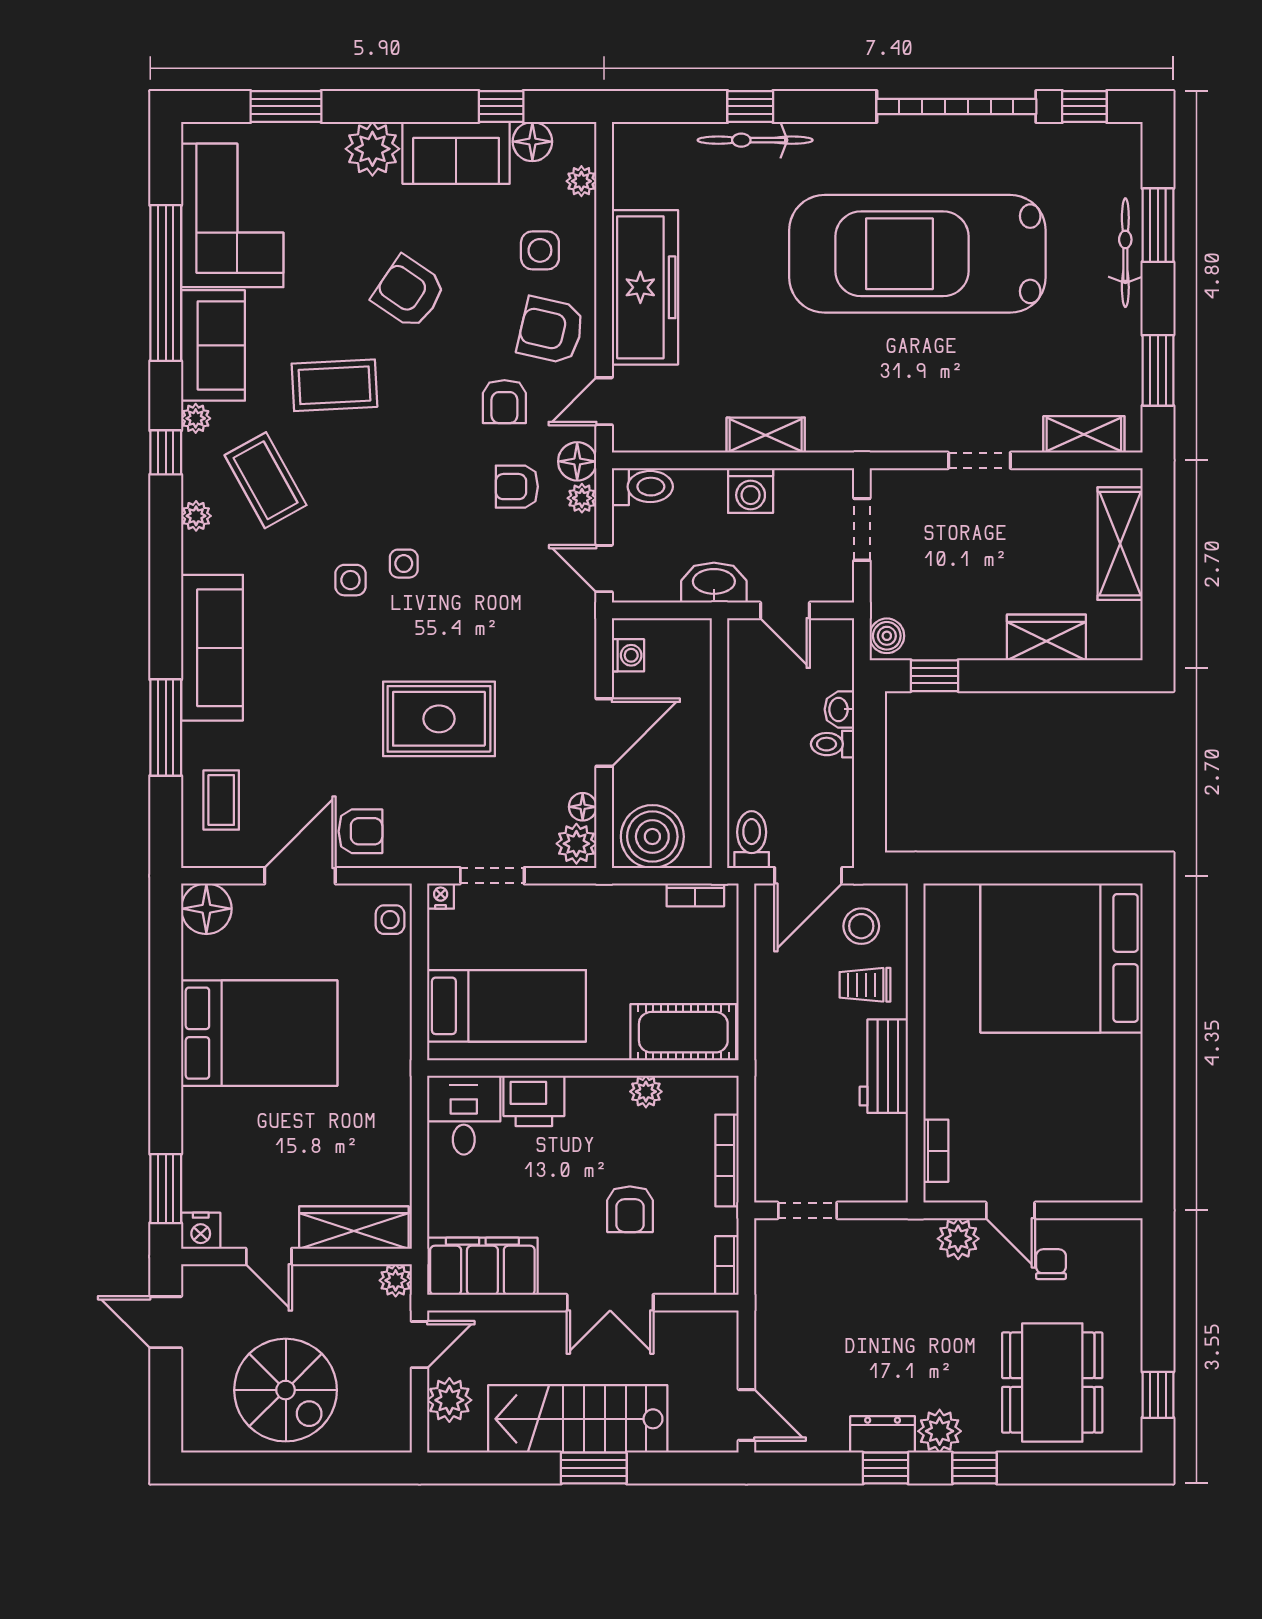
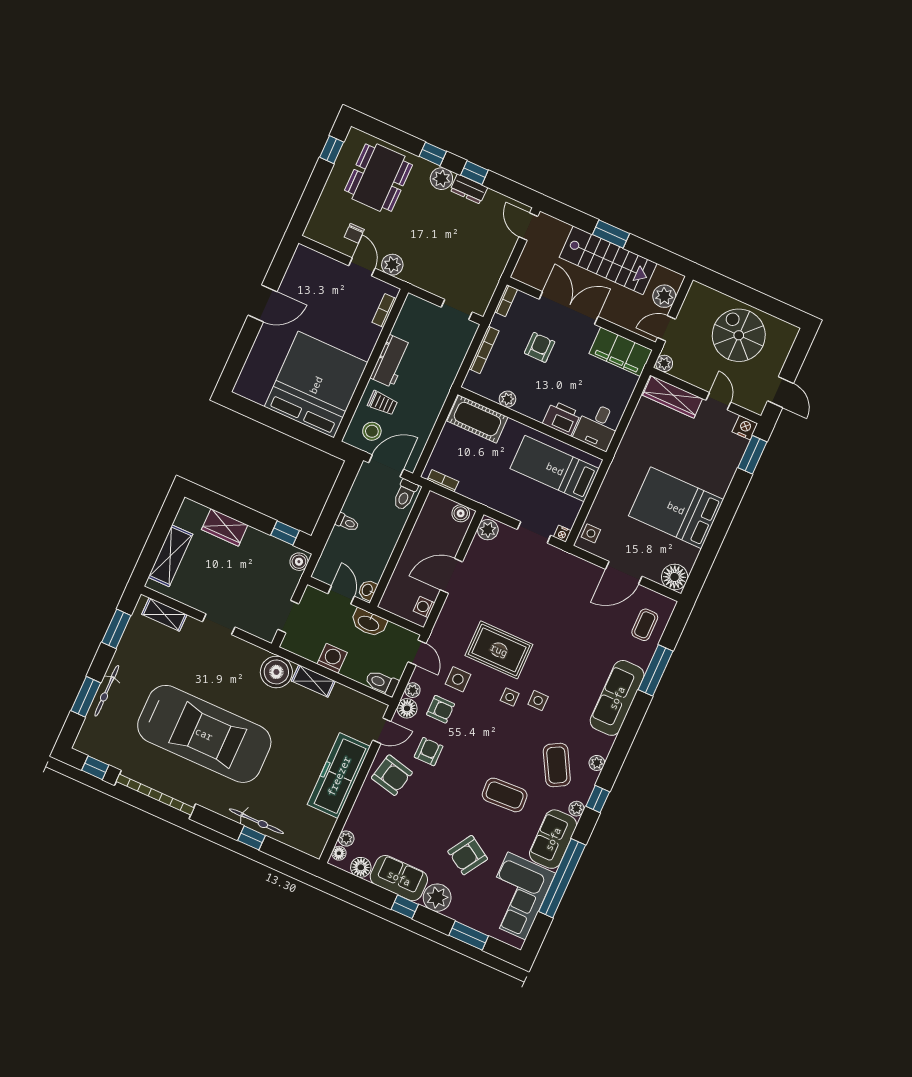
window: (501, 106) -> (405, 907), moved
side table: (540, 250) -> (458, 679), moved
armchair: (409, 292) -> (468, 855), moved, turned 88
boiler: (839, 422) -> (276, 672), added
washbasin: (839, 709) -> (368, 590), moved, turned 180
rug: (439, 719) -> (499, 650), moved
floor lamp: (583, 807) -> (339, 853), moved
armchair: (360, 831) -> (586, 581), removed
boiler: (652, 837) -> (461, 513), width x0.54, depth x0.54
bed: (1062, 958) -> (316, 385), moved, turned -90
door: (1158, 1066) -> (263, 303), added
double door: (610, 1303) -> (569, 308), width x1.37

